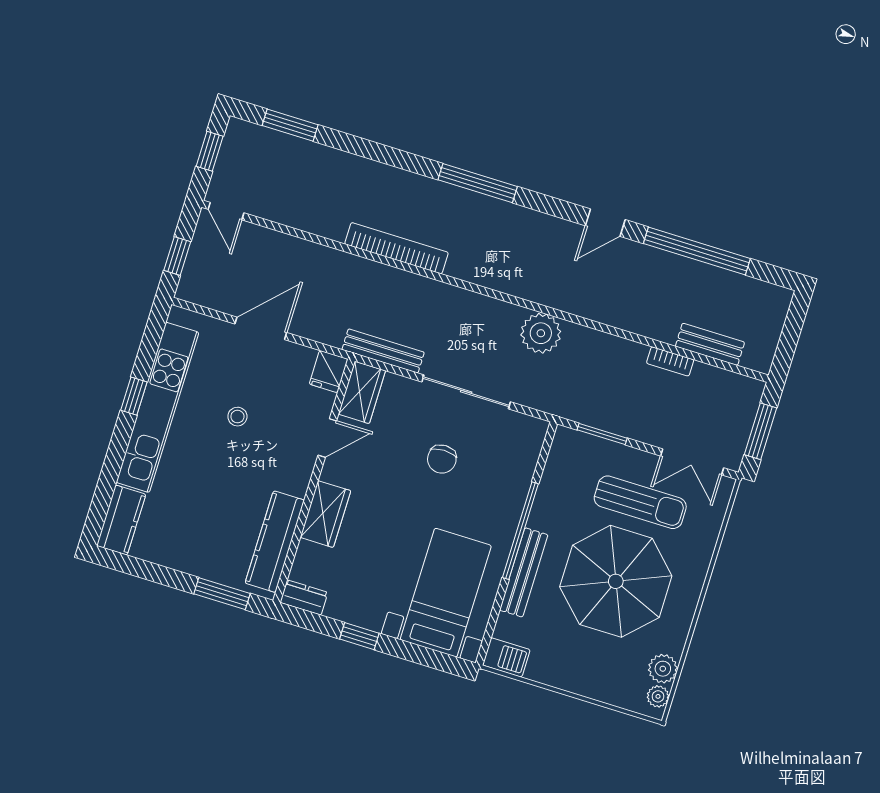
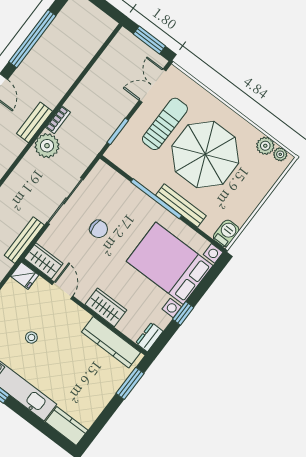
bench: (710, 344) -> (34, 122), moved
bookcase: (670, 361) -> (58, 120), moved
double door: (692, 462) -> (153, 86), swing flipped
bed with nightstands: (446, 593) -> (170, 263), width x1.36

